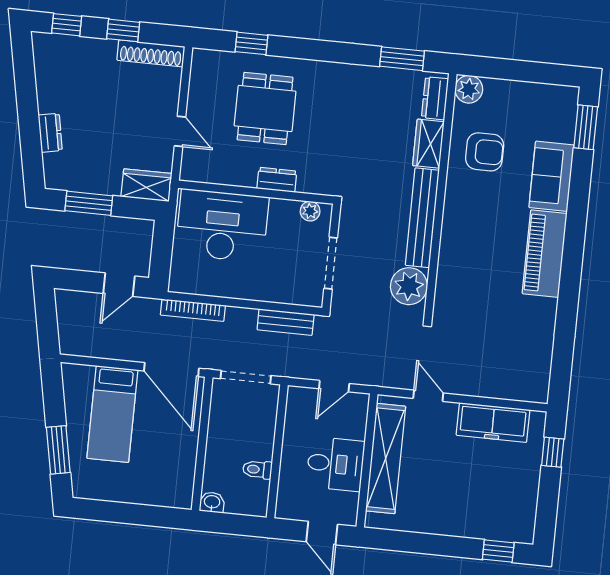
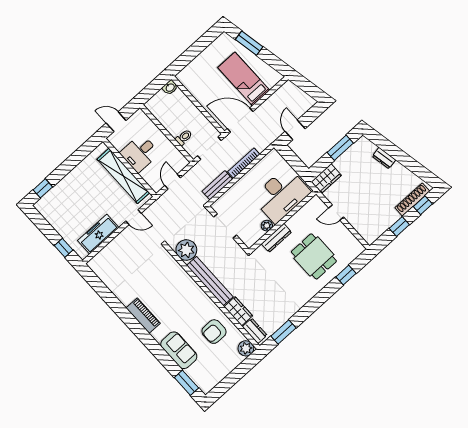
shoe rack: (151, 53) -> (412, 200), moved
dresser: (277, 180) -> (276, 238), width x1.44
plant: (310, 211) -> (267, 226), moved
piano: (545, 254) -> (143, 316), width x0.73, depth x0.75
bookcase: (193, 310) -> (244, 163), moved
toilet: (257, 470) -> (184, 137), moved

